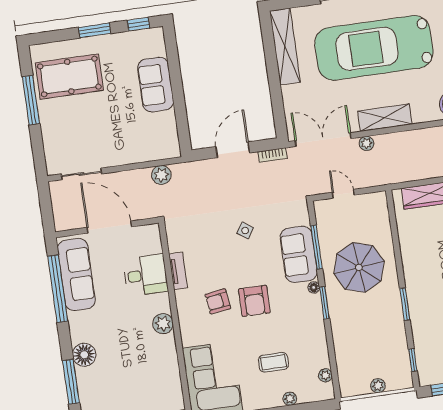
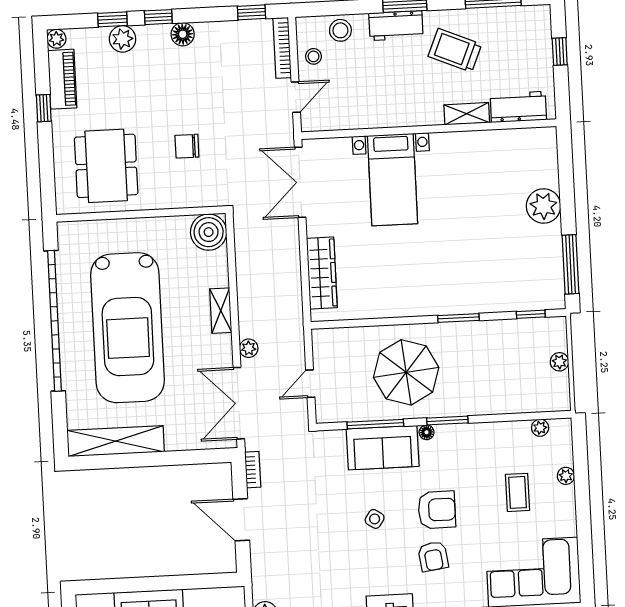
shelving: (385, 118) -> (221, 311), width x0.67, depth x0.75
side table: (245, 231) -> (375, 519), moved

